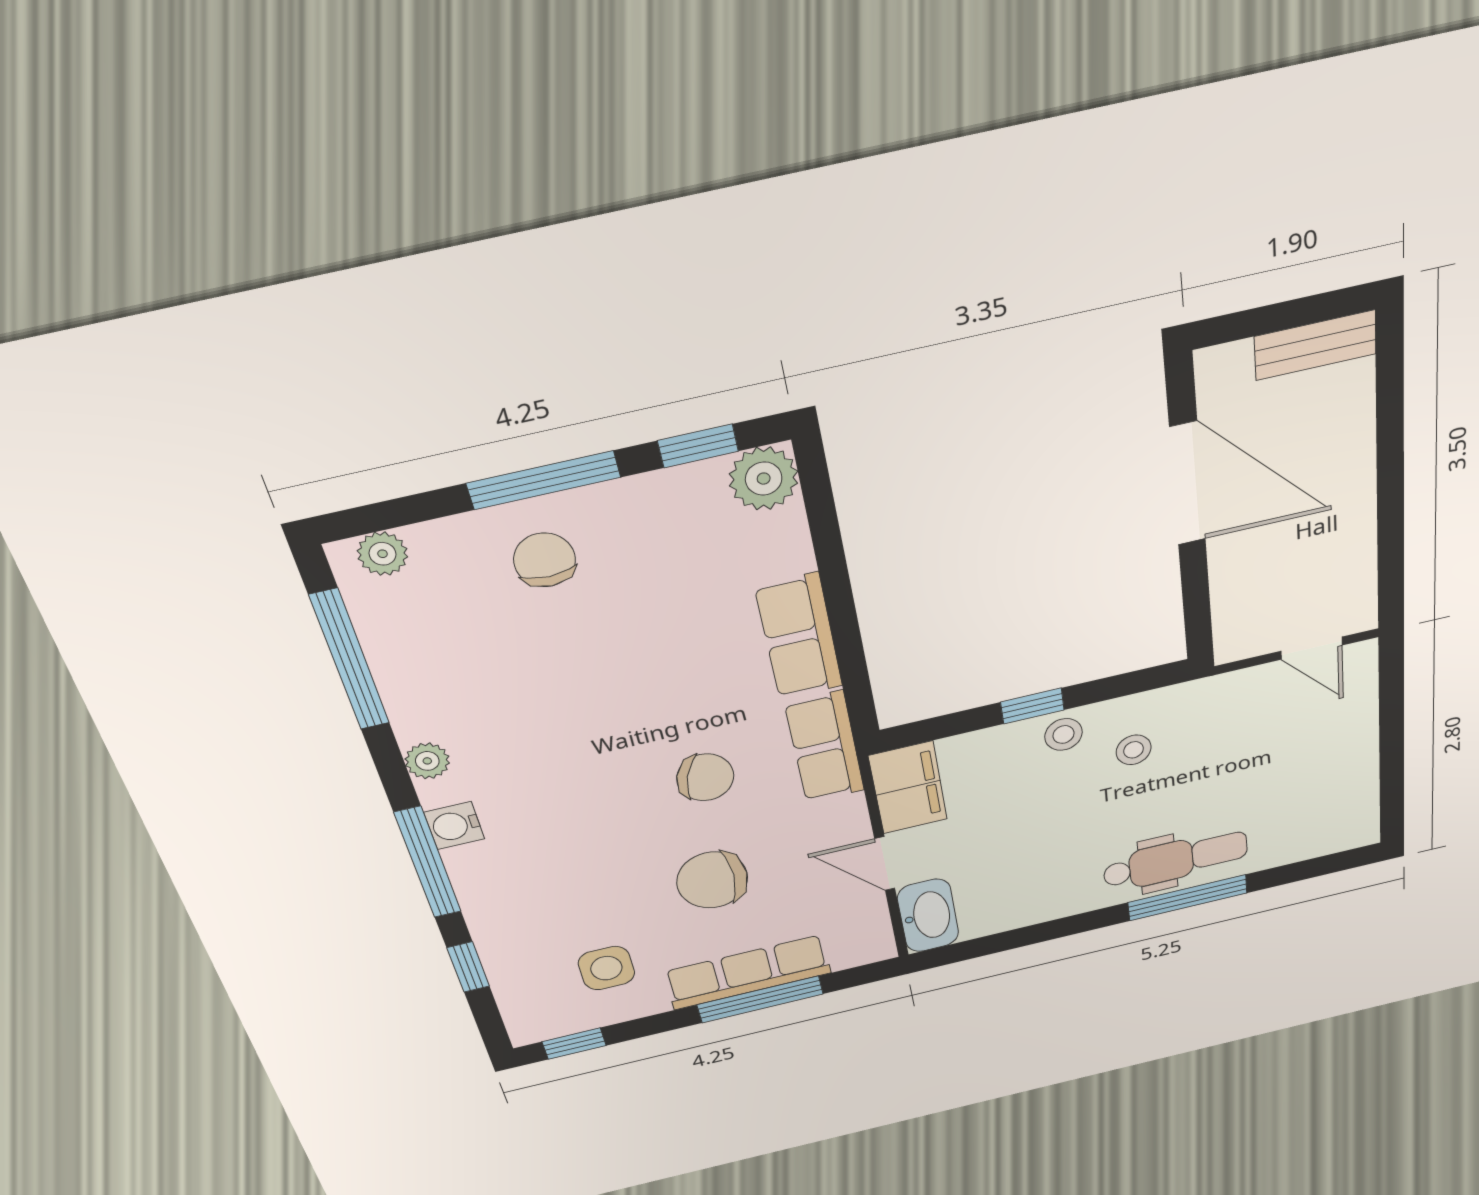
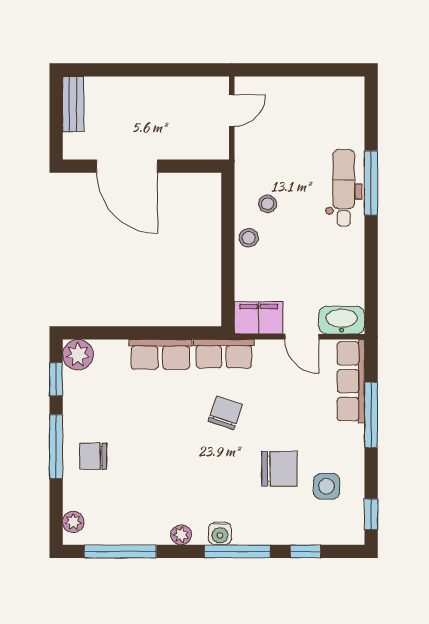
door: (1188, 484) -> (127, 166), swing flipped
window: (1032, 706) -> (228, 251), removed
door: (885, 864) -> (302, 337), hinge flipped
chair: (712, 880) -> (279, 469), moved, turned -90
row of seats: (748, 972) -> (351, 381), moved

